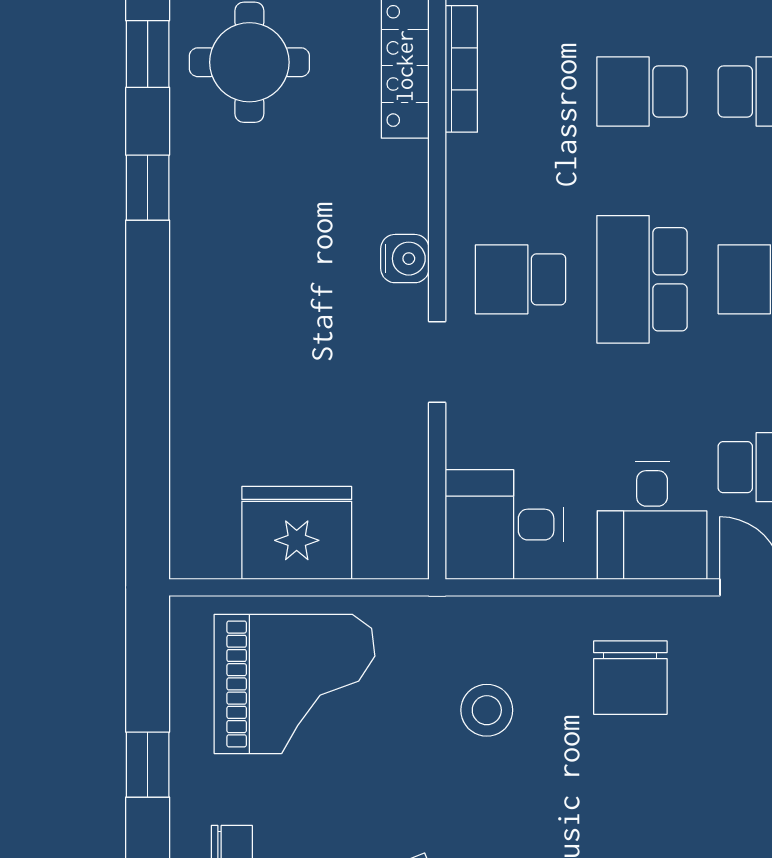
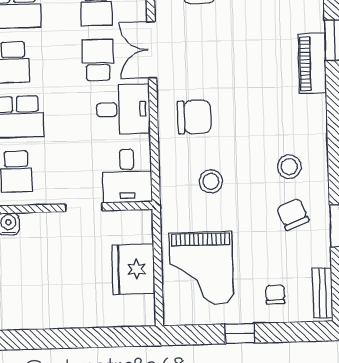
doorway: (437, 362) -> (84, 207), moved
grand piano: (294, 684) -> (201, 268), turned 180

